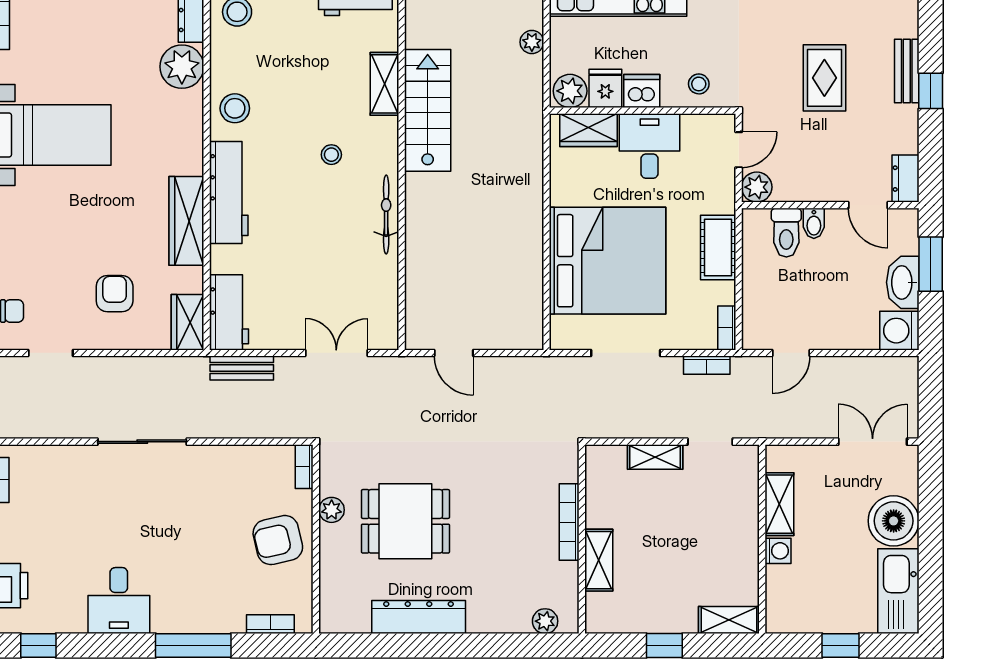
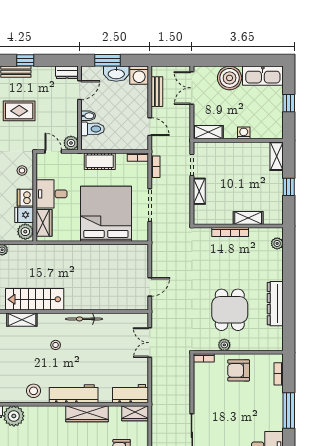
bench: (242, 368) -> (157, 92), moved
shelving: (779, 504) -> (208, 132), moved
armchair: (278, 540) -> (239, 370), turned 103

